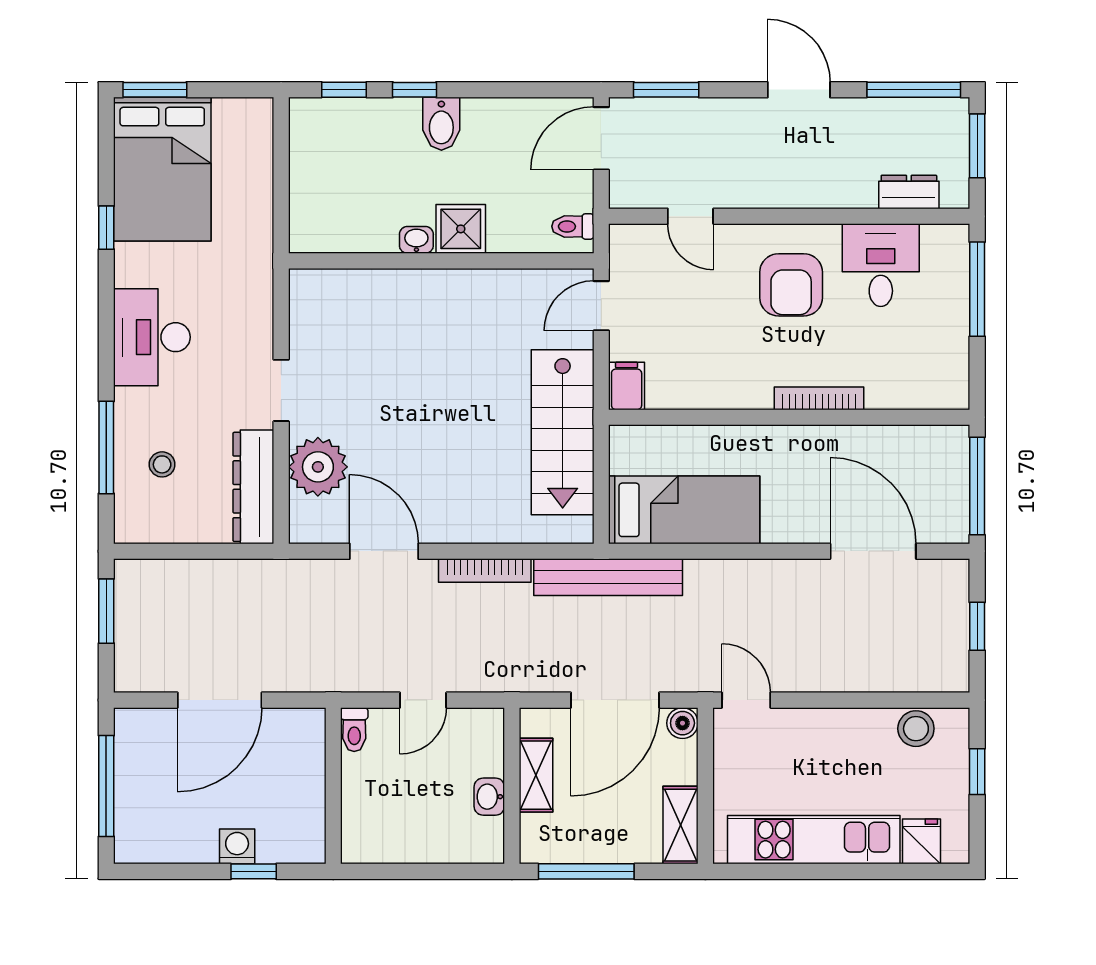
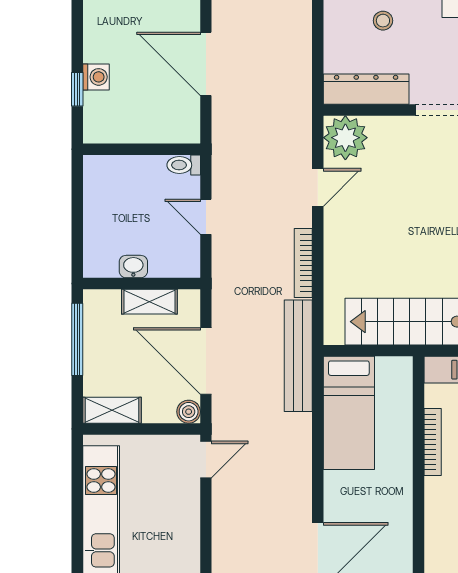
bookcase: (819, 398) -> (433, 442), moved
plant: (318, 467) -> (345, 138), moved
door: (384, 551) -> (318, 187), width x0.73

